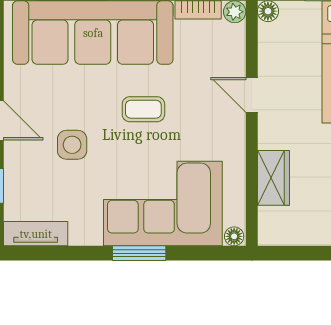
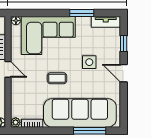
door: (252, 95) -> (8, 69), moved
window: (139, 253) -> (82, 13), moved

